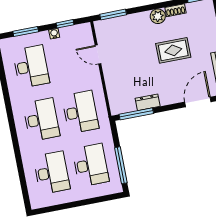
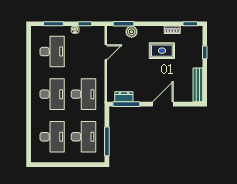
plant: (158, 16) -> (132, 32), moved
rug: (173, 50) -> (162, 51), moved
door: (98, 55) -> (106, 52), swing flipped
dresser: (148, 102) -> (124, 97), moved
door: (198, 102) -> (163, 104), moved

